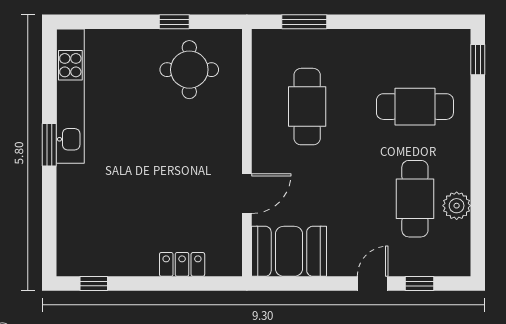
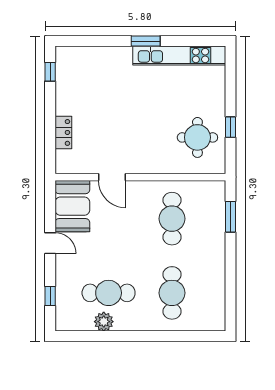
window: (478, 60) -> (204, 336), removed
cafe table: (307, 107) -> (172, 219), turned 90
door: (373, 284) -> (50, 243), moved

